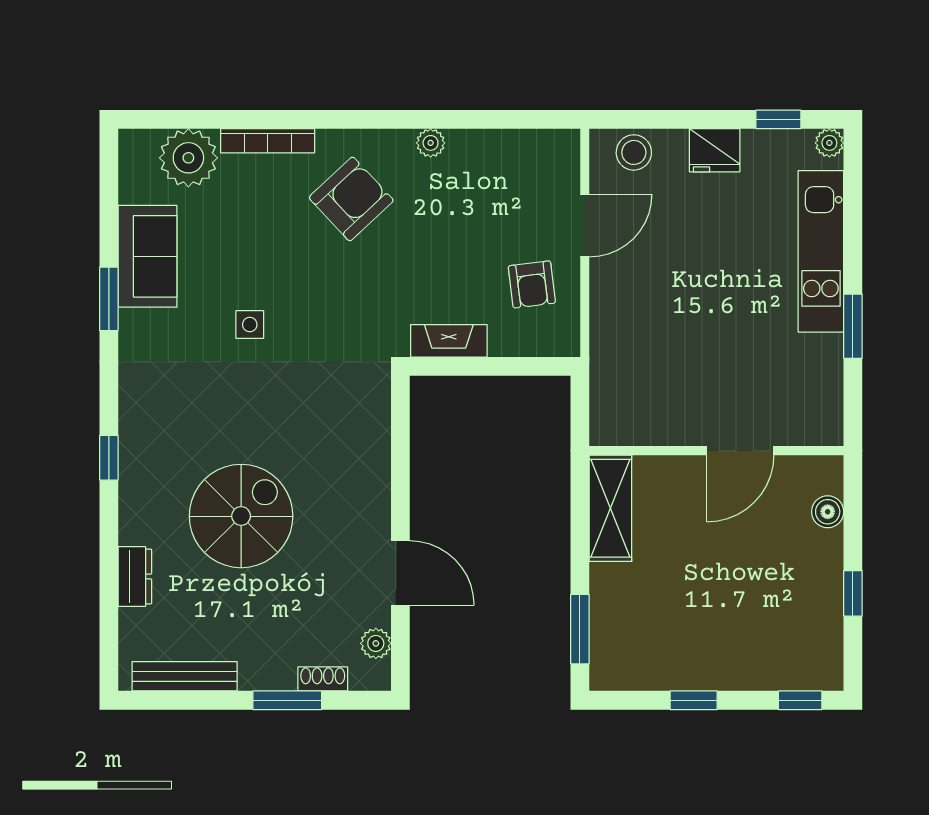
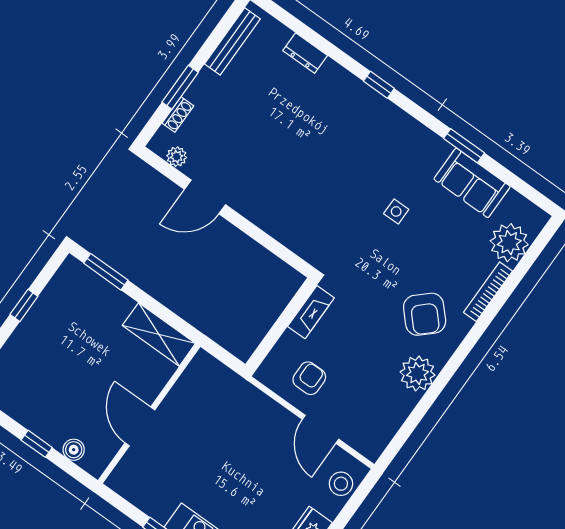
plant: (431, 143) -> (417, 374), width x1.88, depth x1.88
armchair: (532, 284) -> (309, 378), turned 97
spiral stairs: (241, 516) -> (297, 133), removed
window: (853, 593) -> (37, 444), moved

